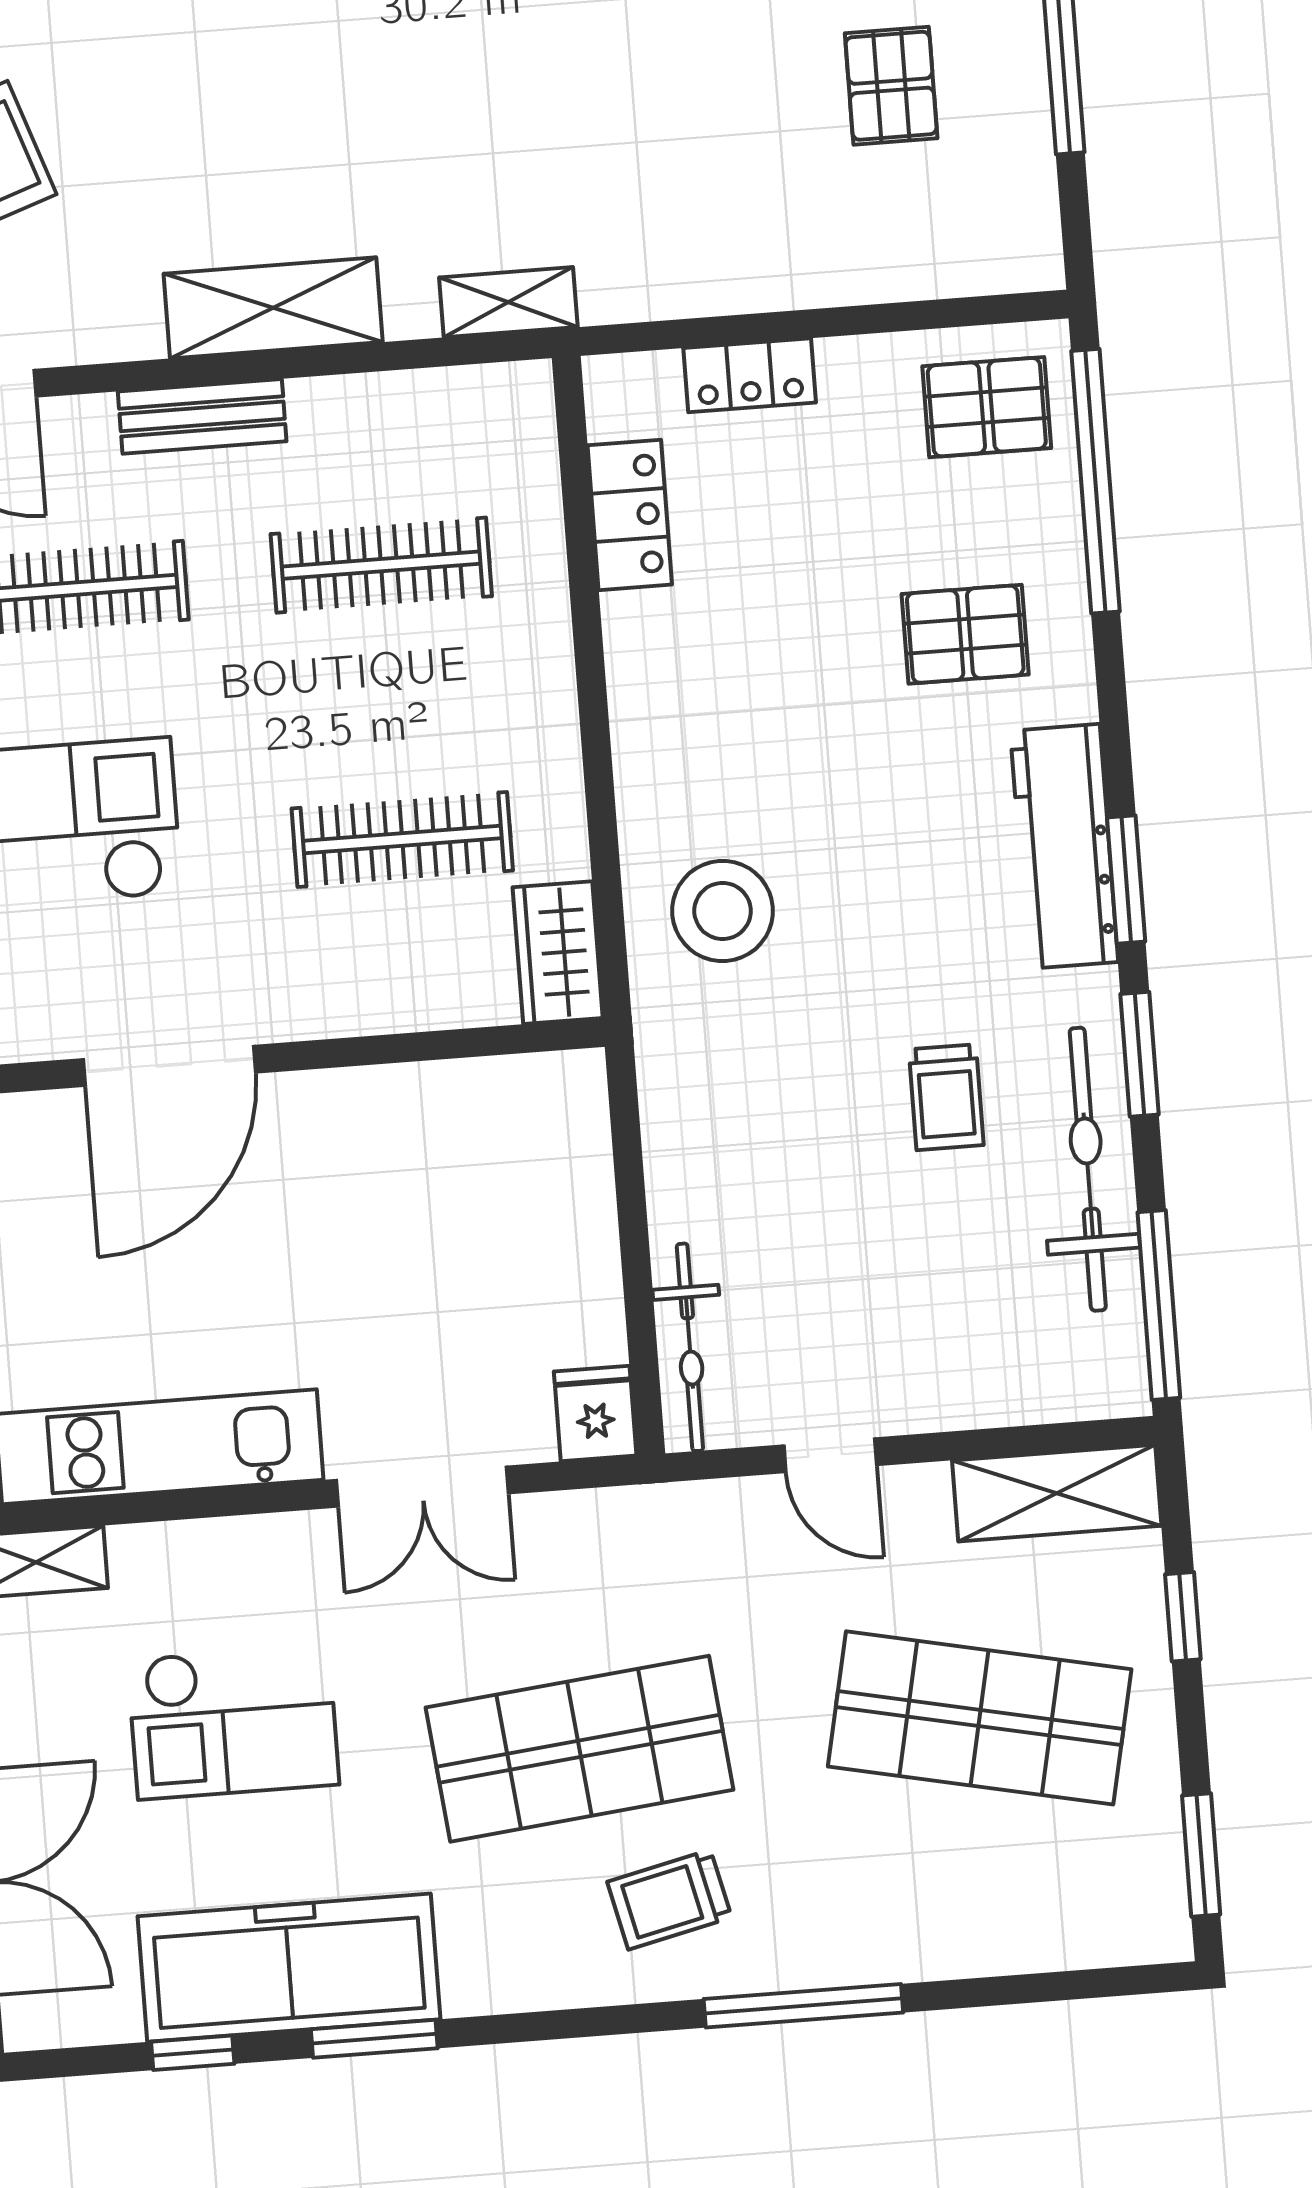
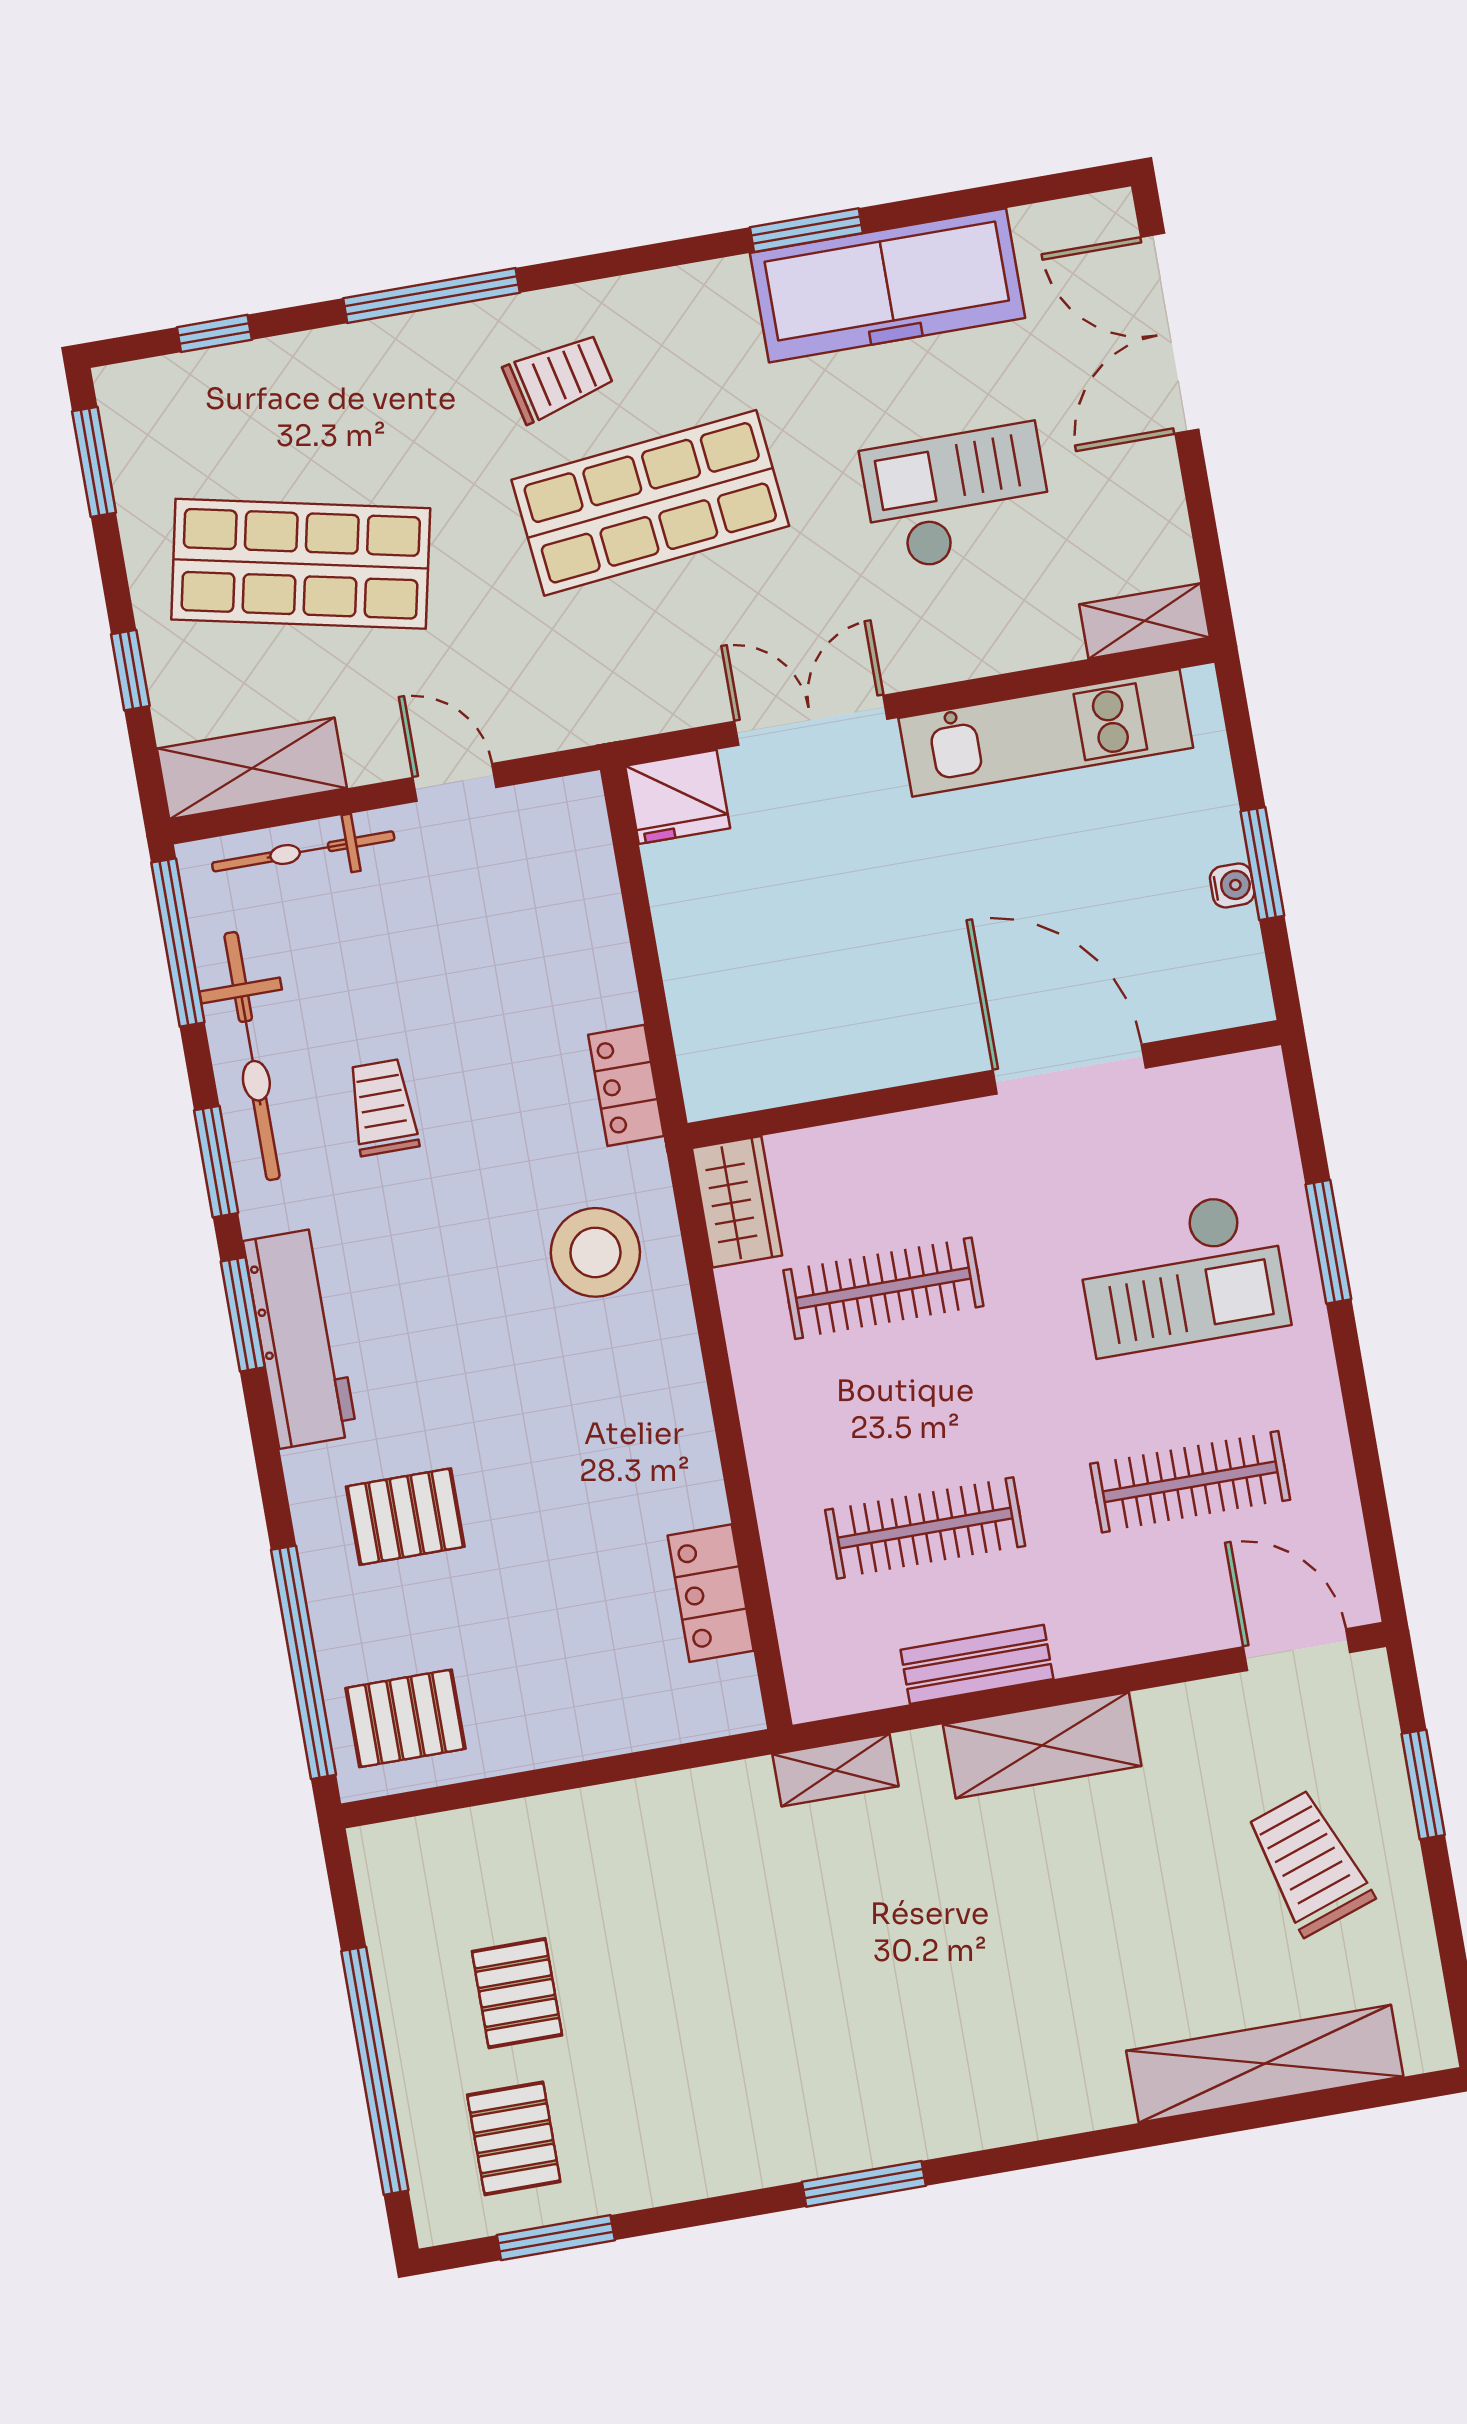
locker: (750, 375) -> (626, 1085), moved, turned -90
bench: (202, 416) -> (977, 1664), moved
door: (169, 1066) -> (1069, 1069), hinge flipped
bicycle: (690, 1347) -> (303, 851), moved, turned -90
fridge: (595, 1414) -> (678, 797), width x1.38
window: (193, 2053) -> (214, 333), moved

